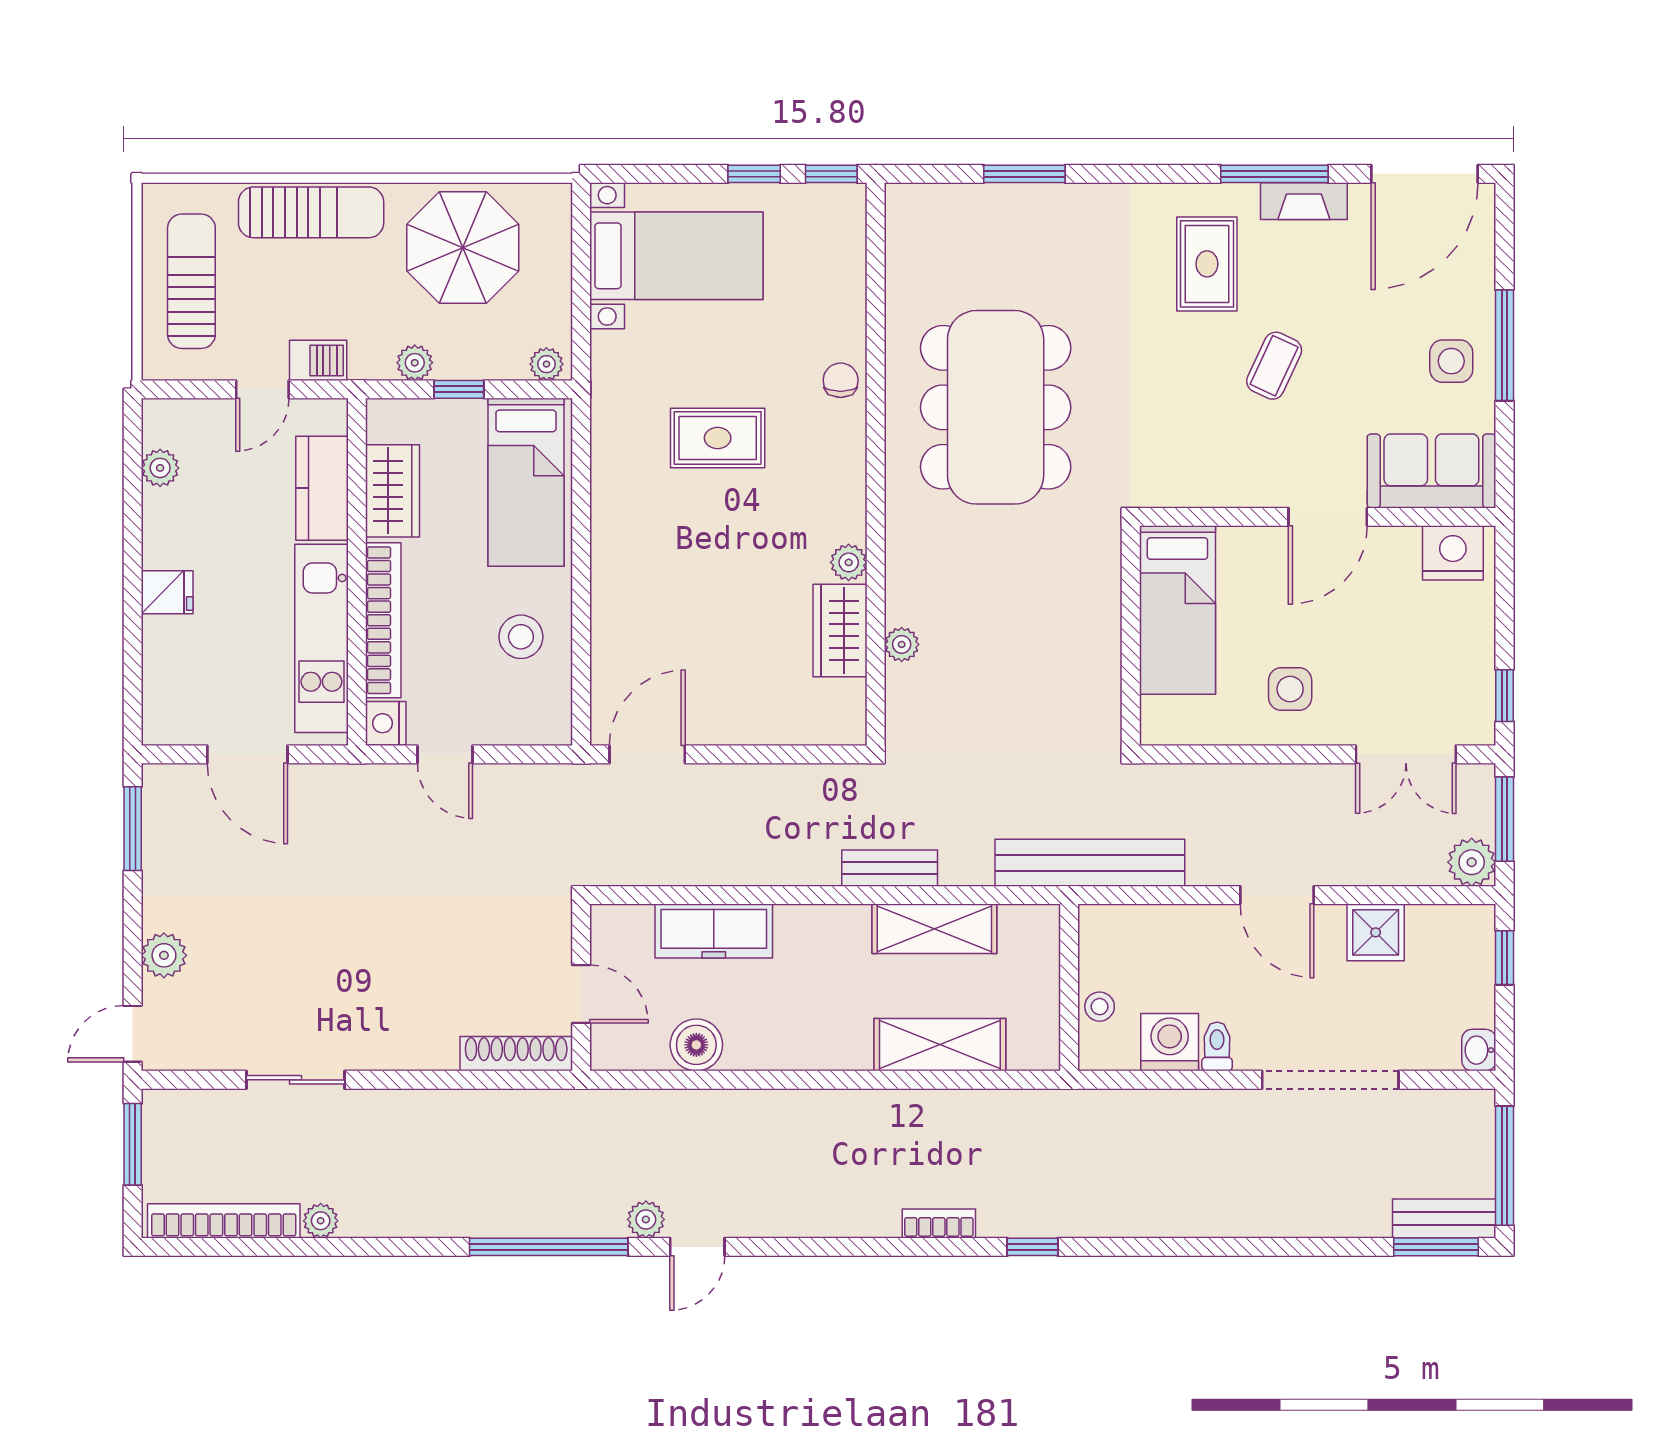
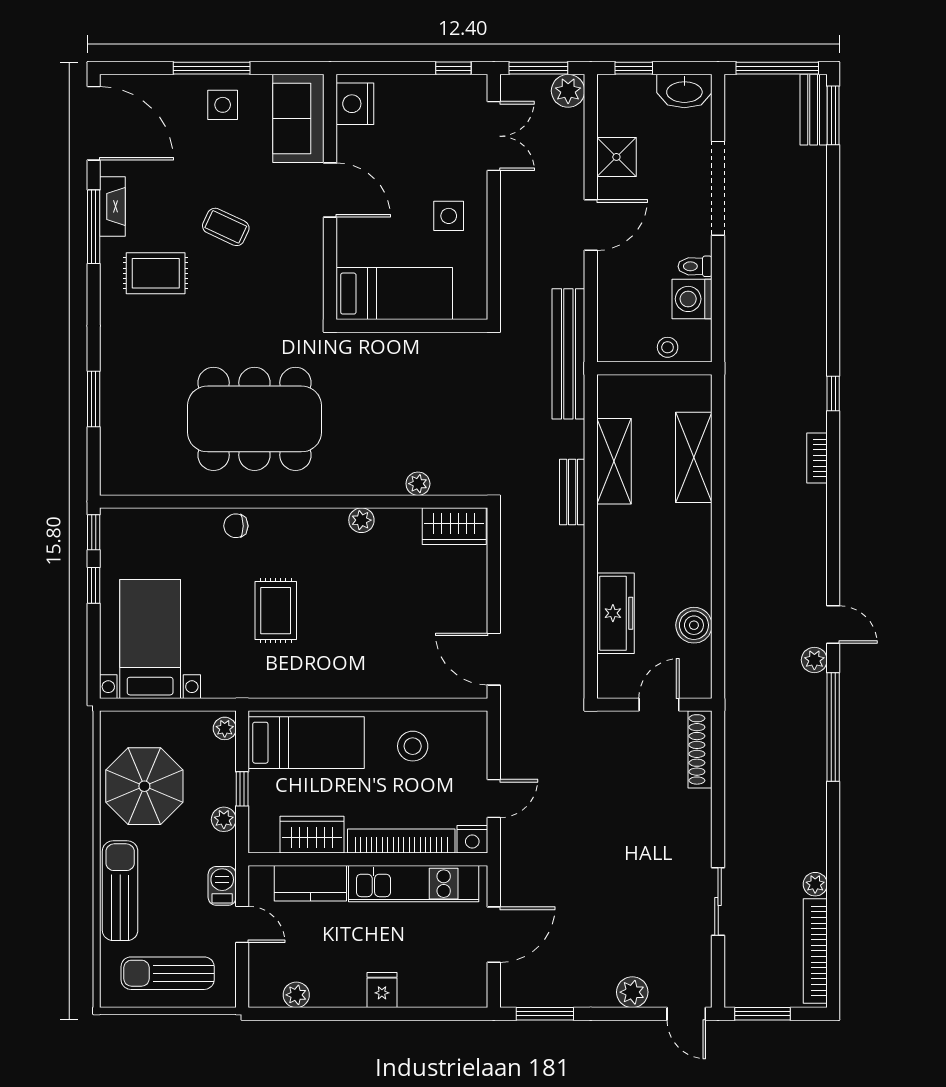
wardrobe: (840, 630) -> (454, 526), moved
washbasin: (1479, 1050) -> (684, 91), width x1.91, depth x1.45

